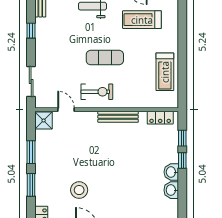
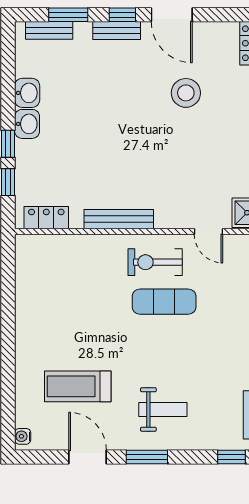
treadmill: (142, 20) -> (78, 386), turned 180
exercise mat: (105, 58) -> (164, 302), moved
treadmill: (165, 72) -> (38, 297), removed

